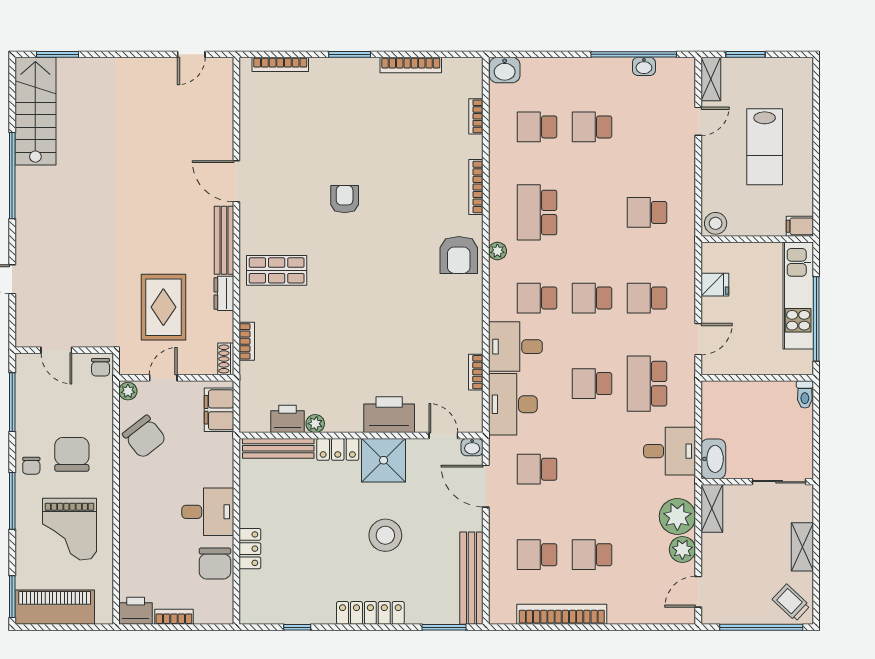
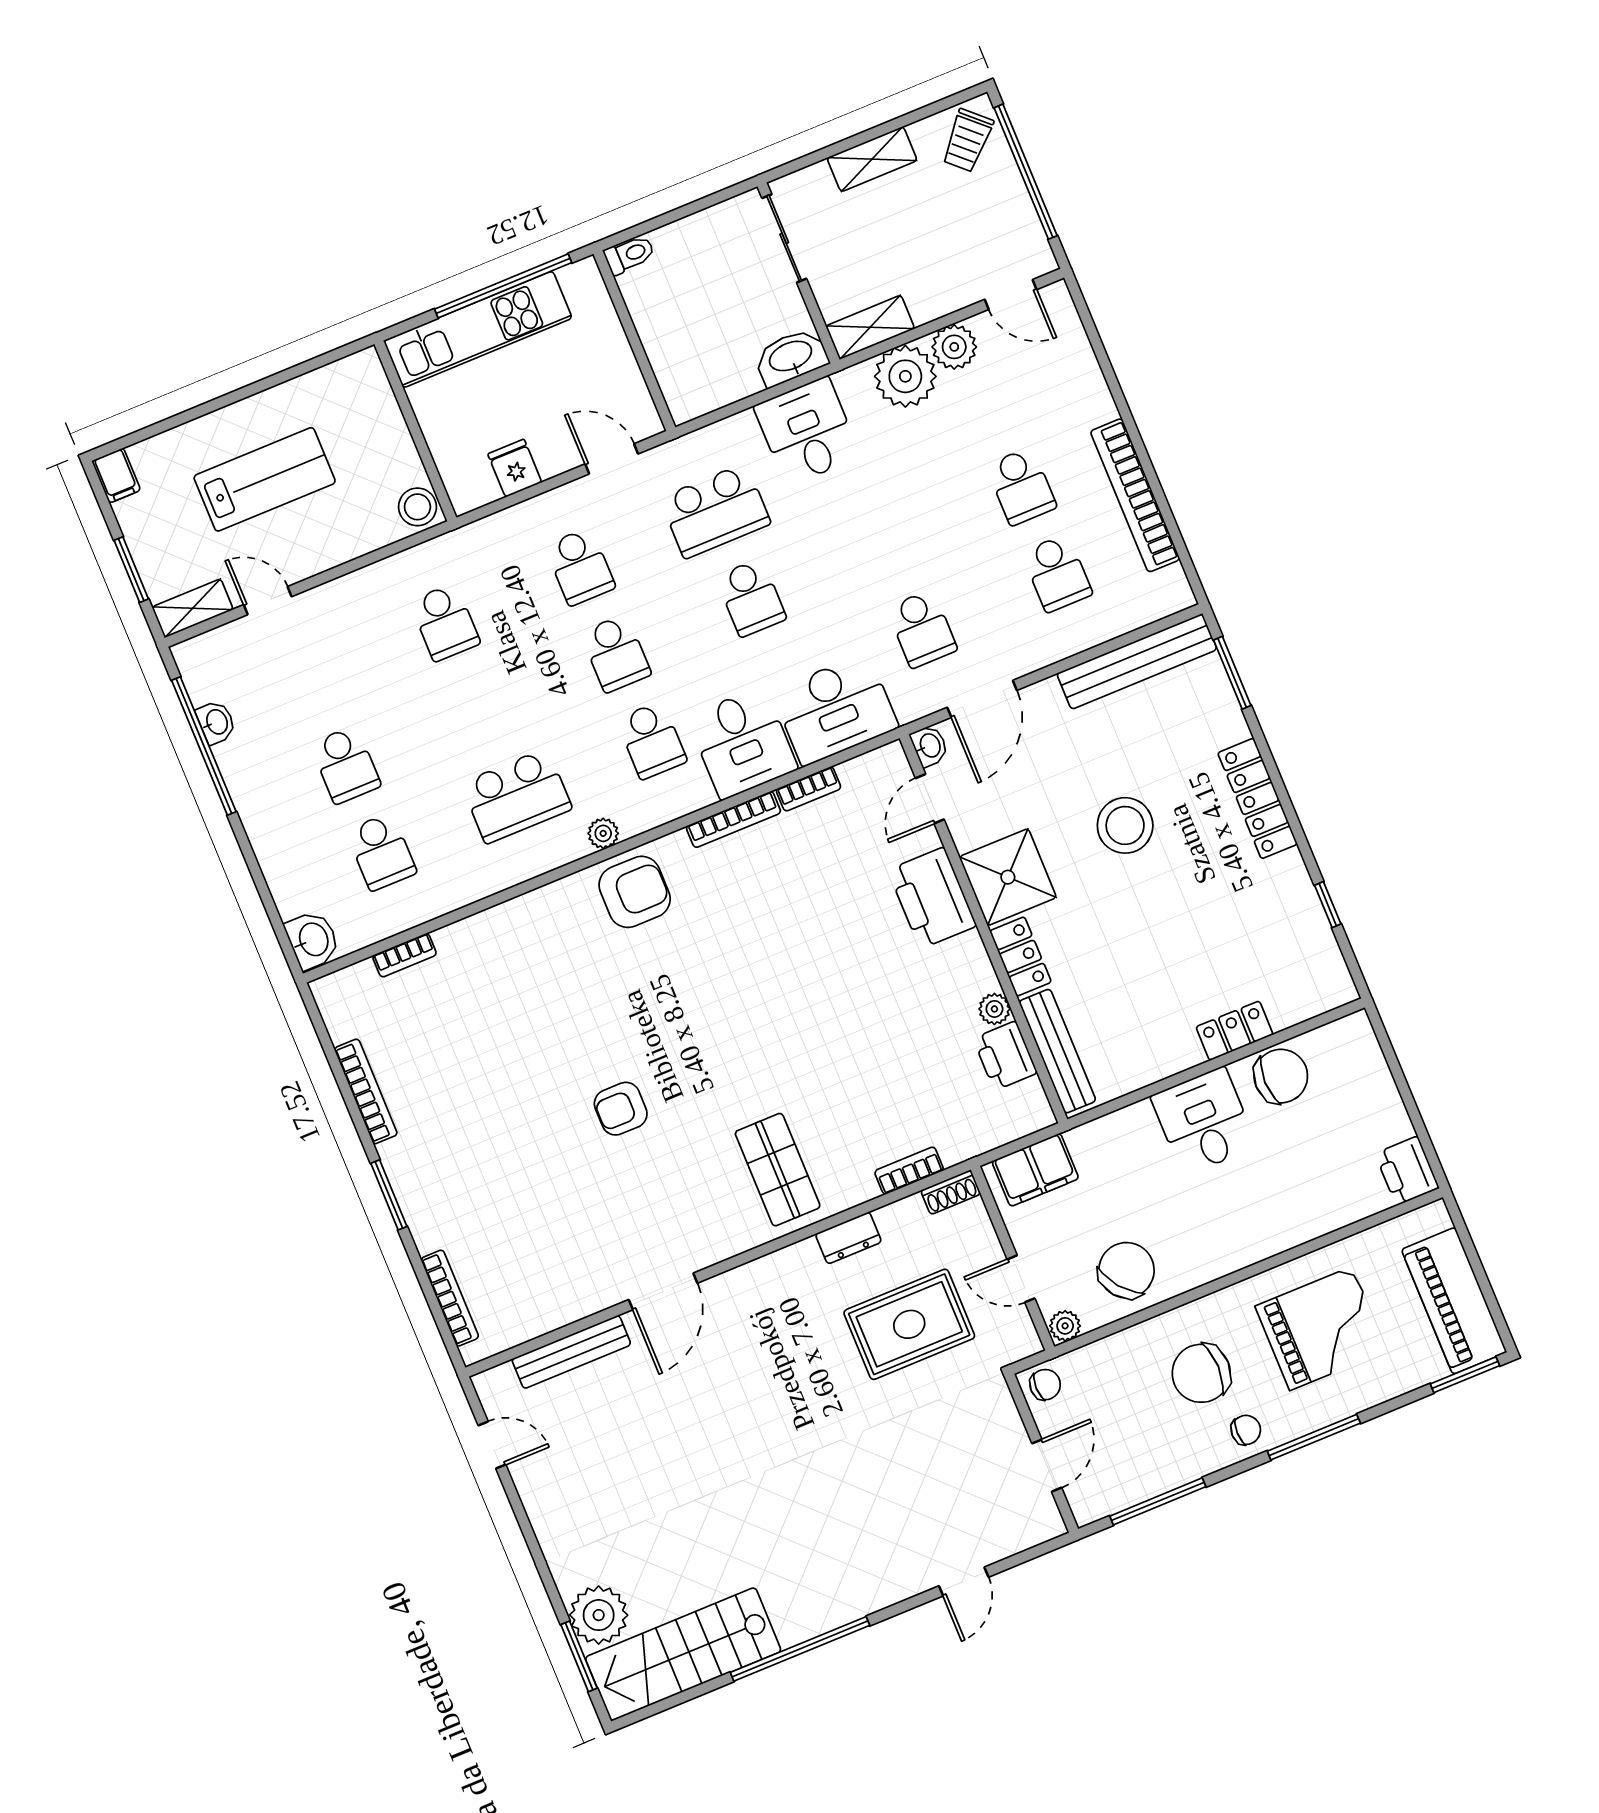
plant: (75, 74) -> (599, 1615), added
bookcase: (476, 187) -> (733, 819), moved
filing cabinet: (800, 226) -> (116, 475), moved
bench: (224, 240) -> (571, 1352), moved
bookcase: (174, 617) -> (1392, 1106), removed

